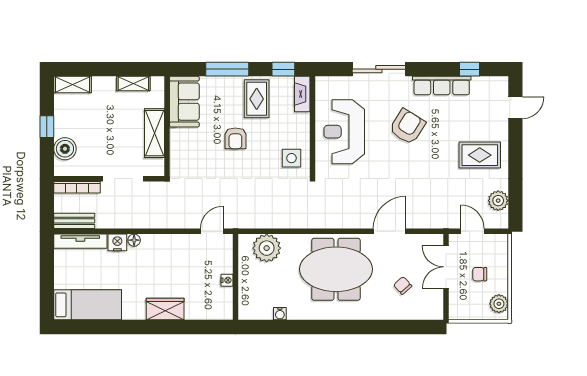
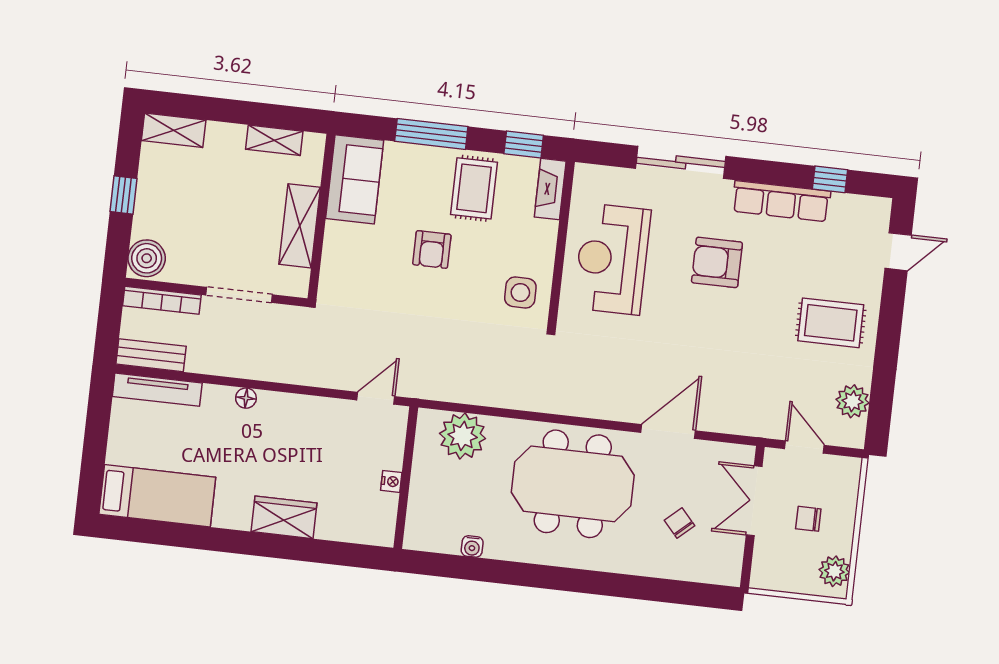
armchair: (407, 127) -> (717, 262), turned -122
boiler: (65, 149) -> (147, 258), moved
nightstand: (117, 242) -> (218, 399), removed

